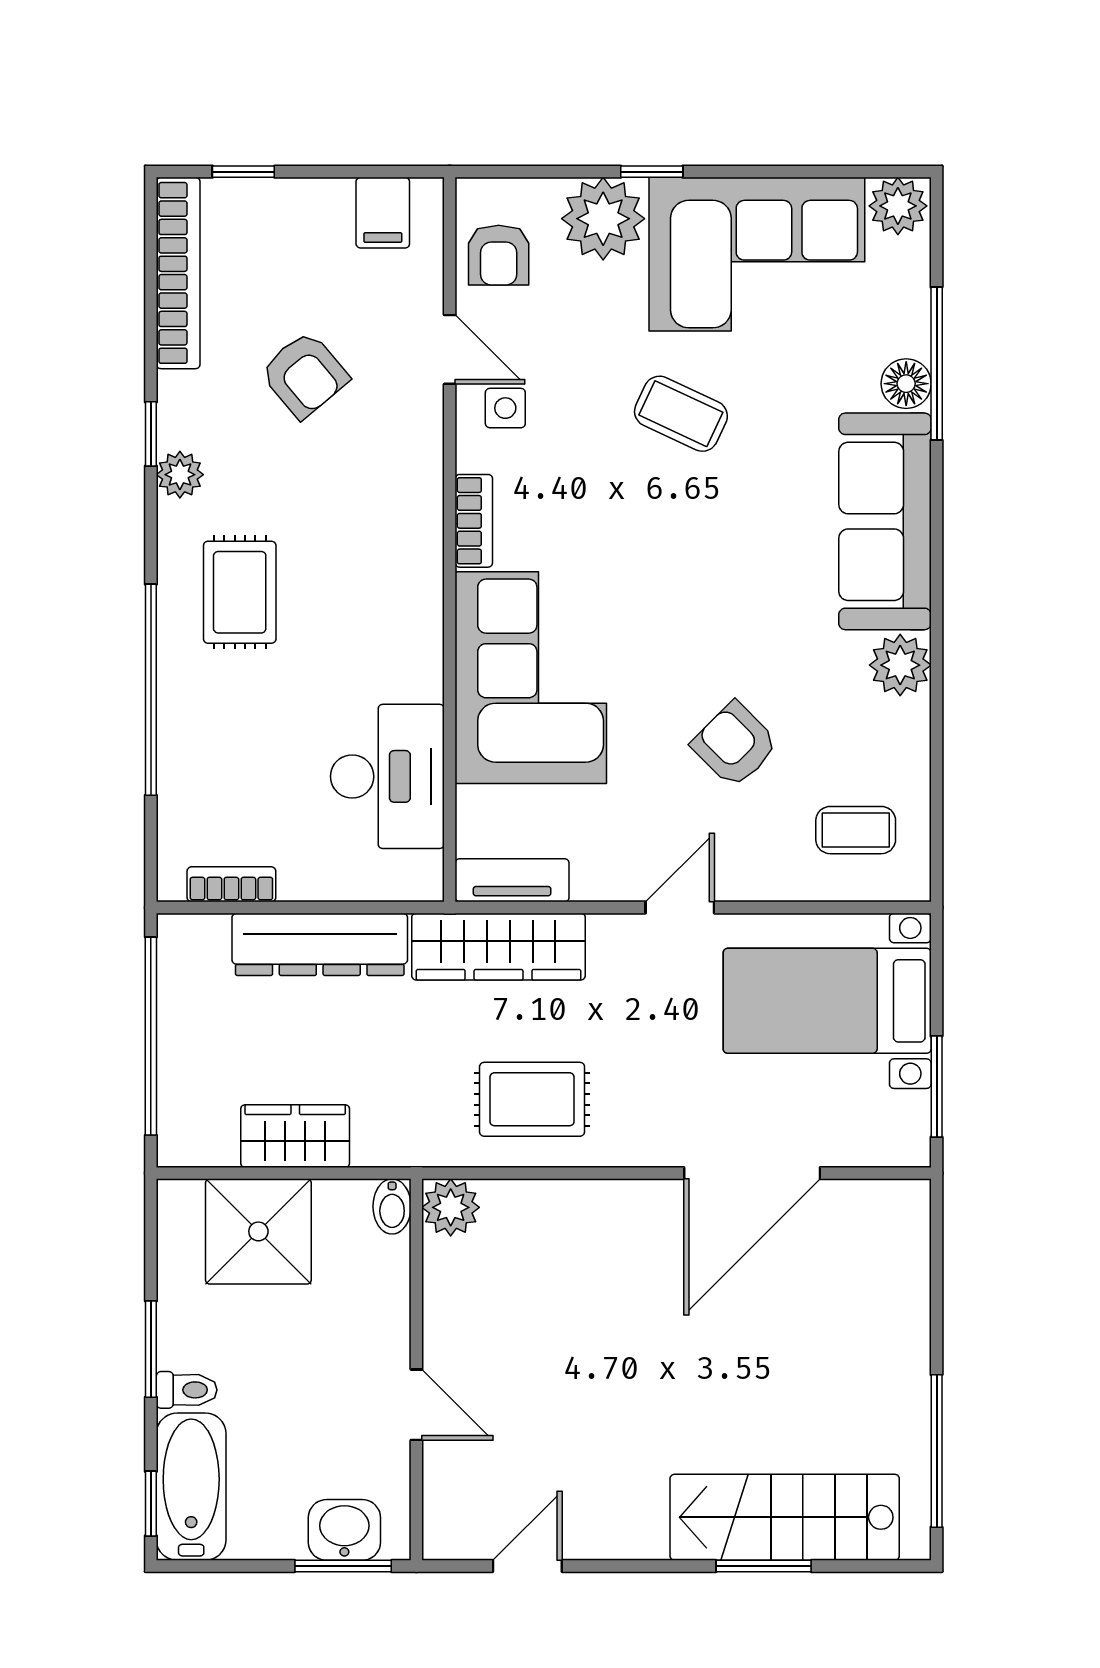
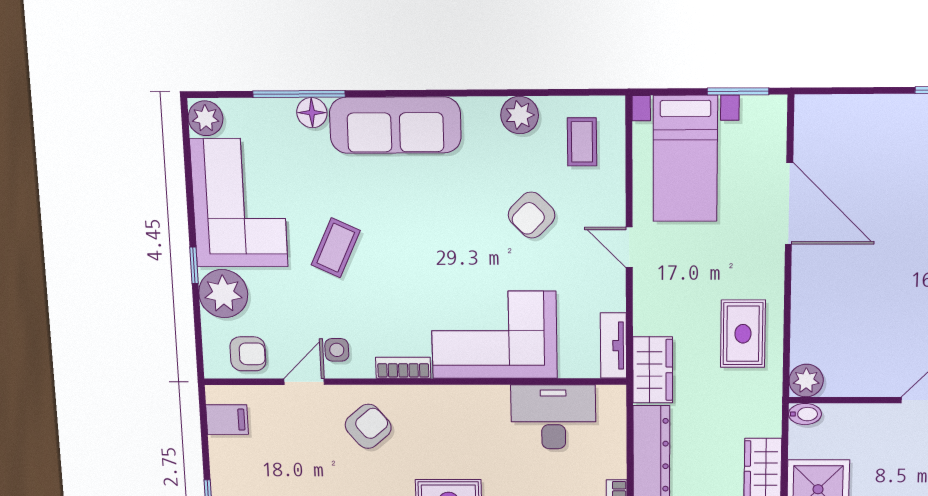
armchair: (304, 375) -> (368, 426), moved
plant: (900, 665) -> (520, 115), moved
wardrobe: (498, 947) -> (653, 370), width x0.67

